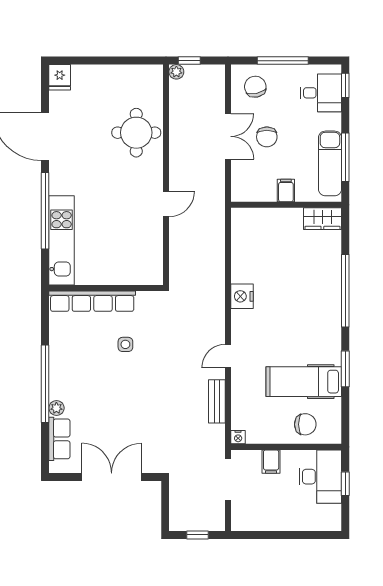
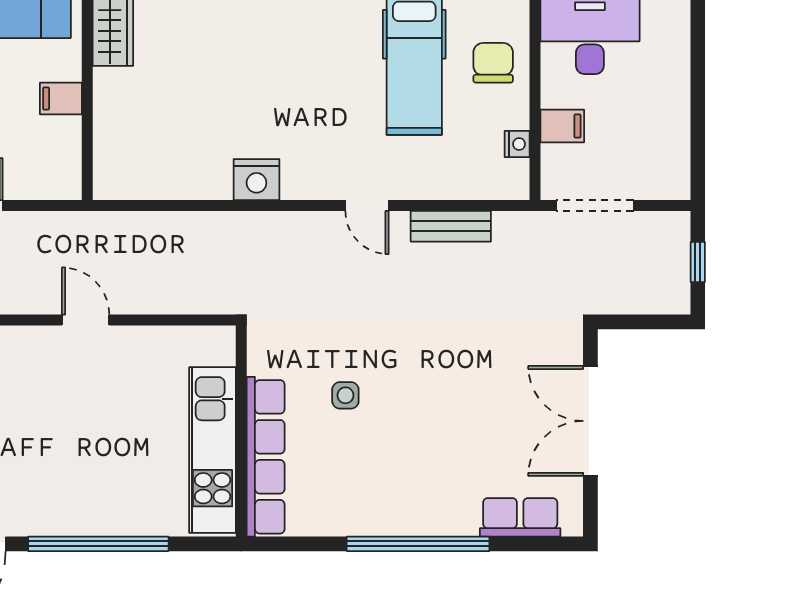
kitchen unit: (62, 240) -> (213, 450), moved, turned -90
plant: (56, 408) -> (463, 523), removed
nightstand: (238, 437) -> (517, 144), moved

